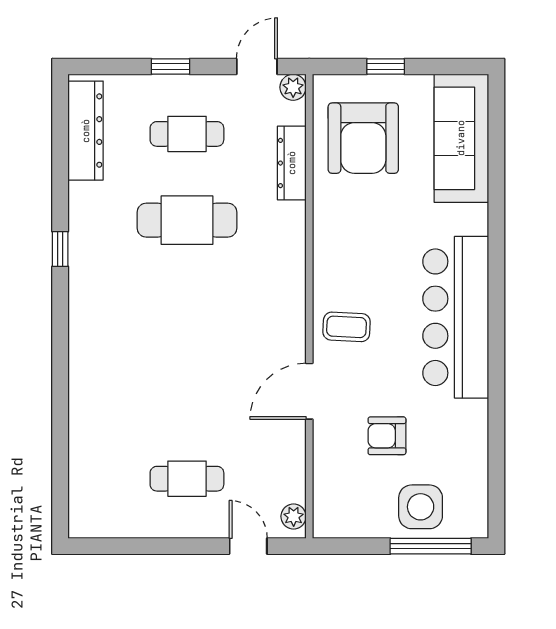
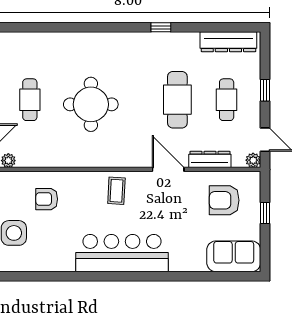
armchair: (363, 138) -> (224, 200), width x0.73, depth x0.73
sofa: (461, 138) -> (234, 256), width x0.73
round table: (195, 372) -> (91, 104), added
door: (309, 391) -> (168, 169), moved
armchair: (387, 436) -> (47, 199), moved, turned -90

